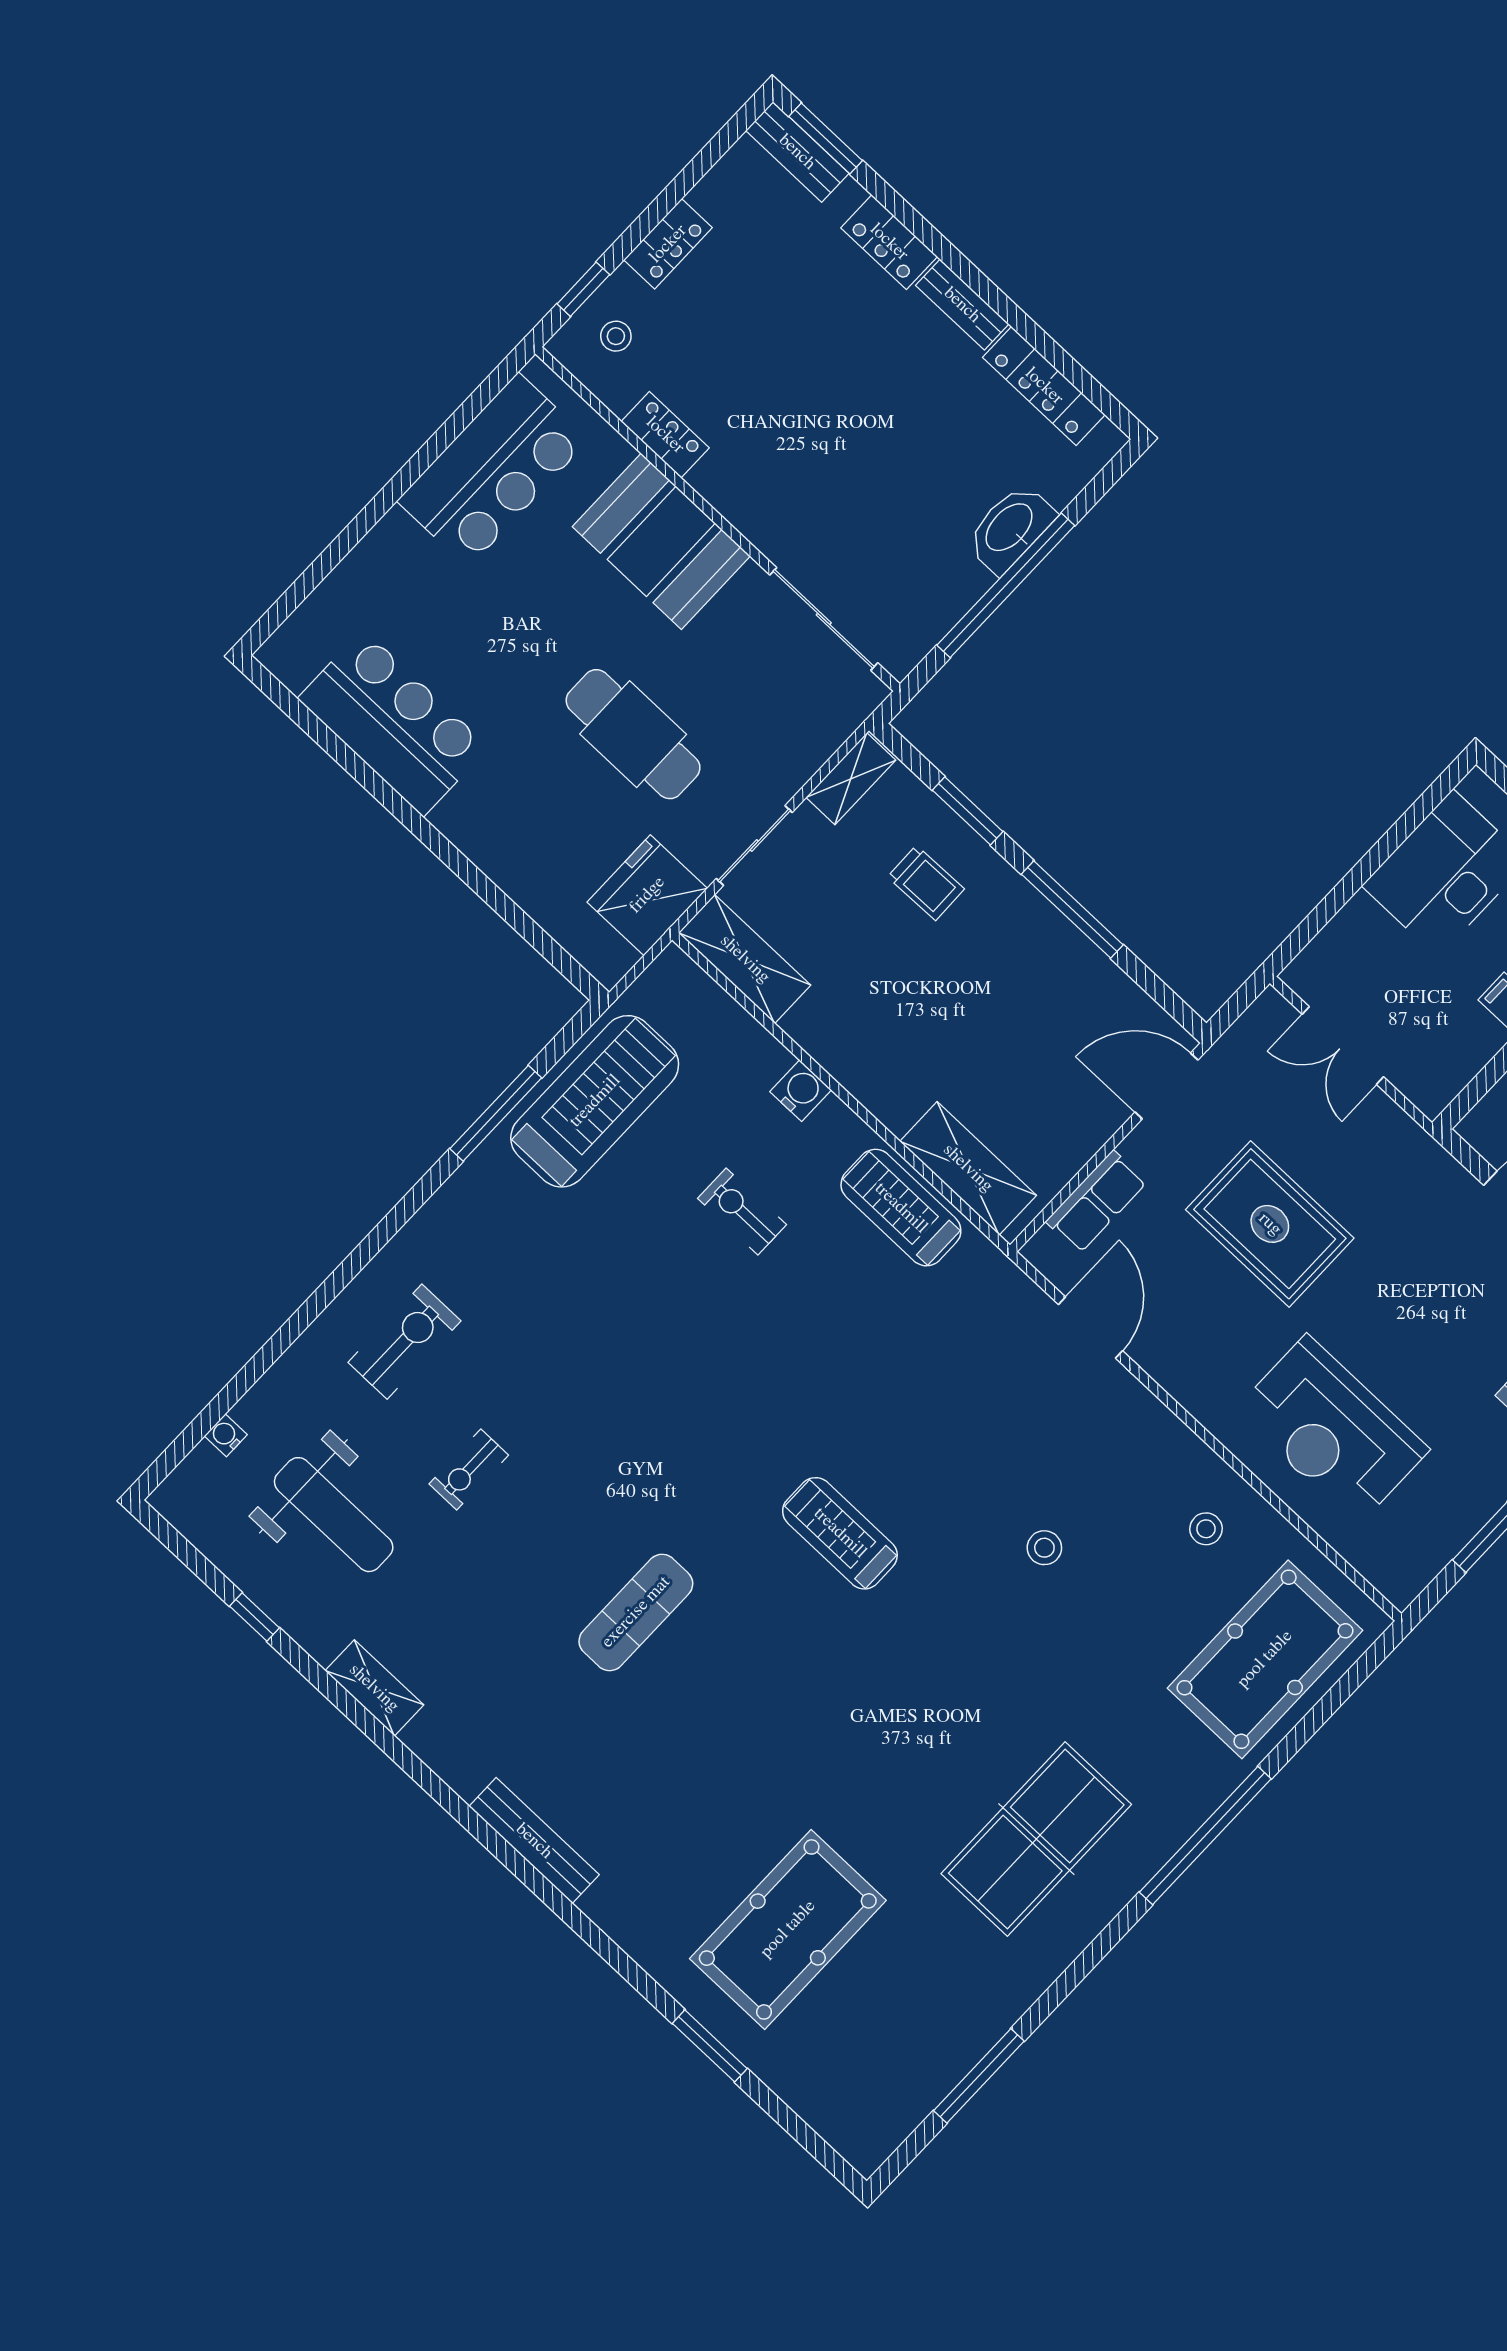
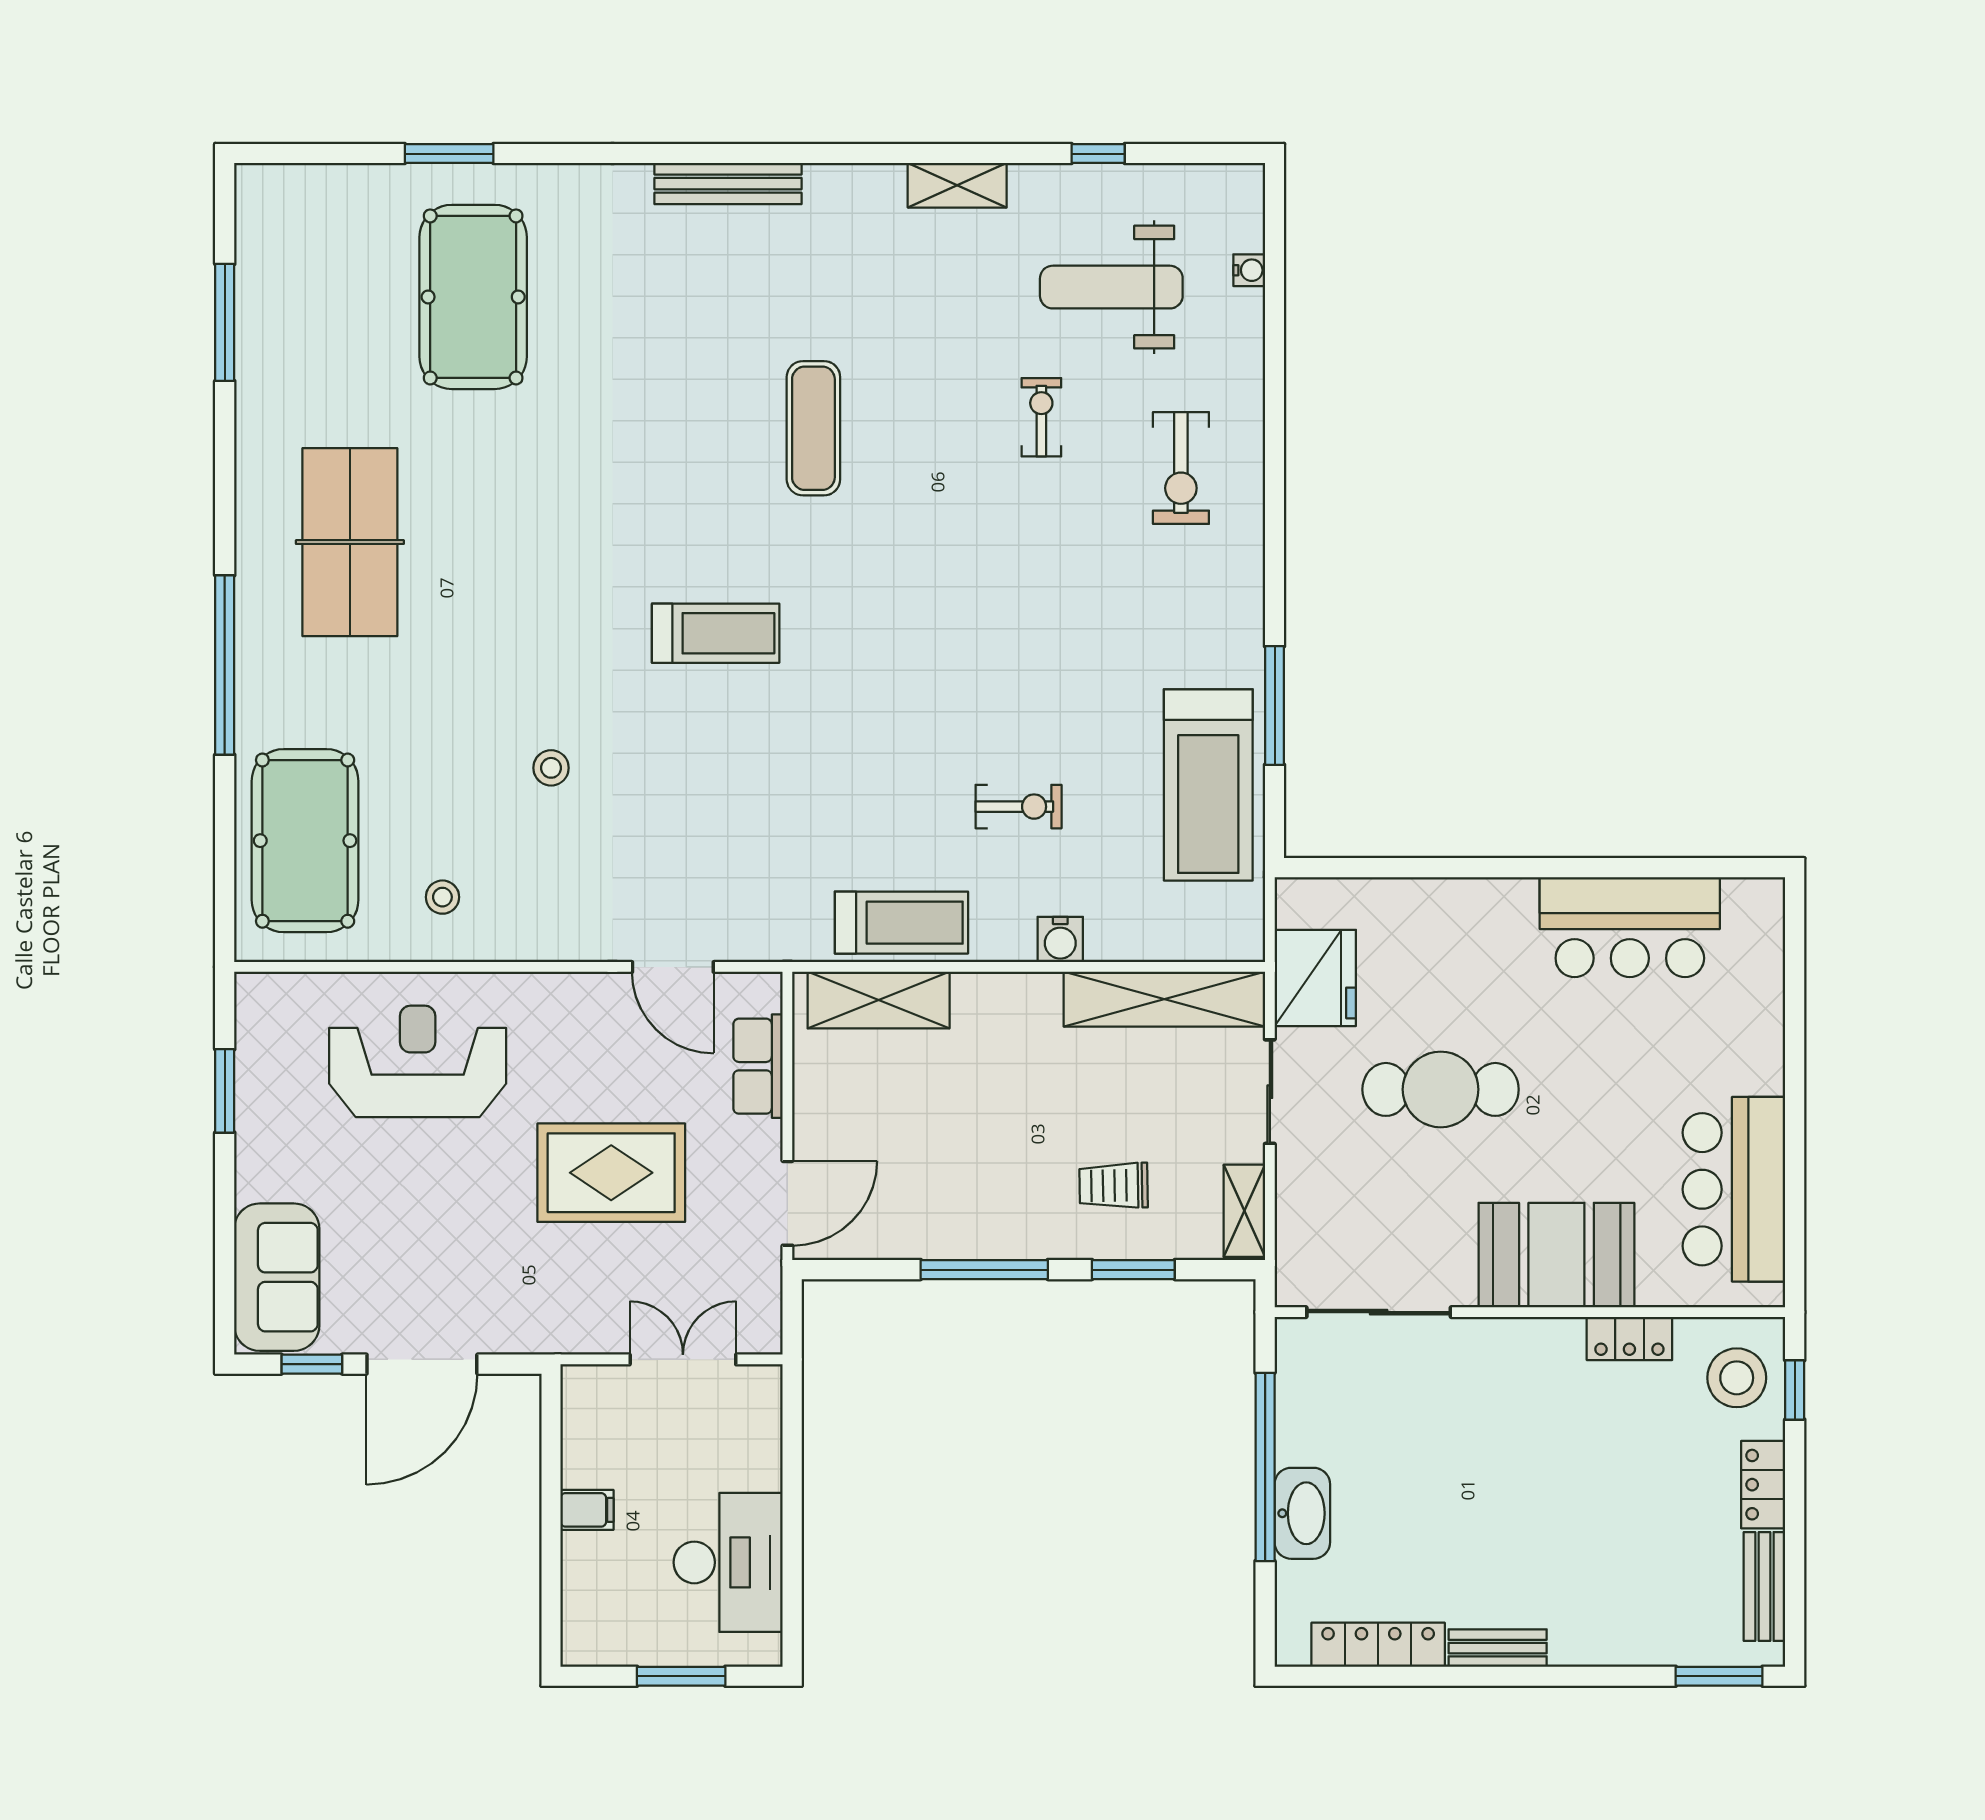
bench: (797, 152) -> (1764, 1586), moved, turned 90
locker: (889, 242) -> (1597, 1643), removed
stool: (616, 336) -> (1737, 1378), width x1.89, depth x1.89
shelving: (745, 959) -> (1164, 999), width x1.47

